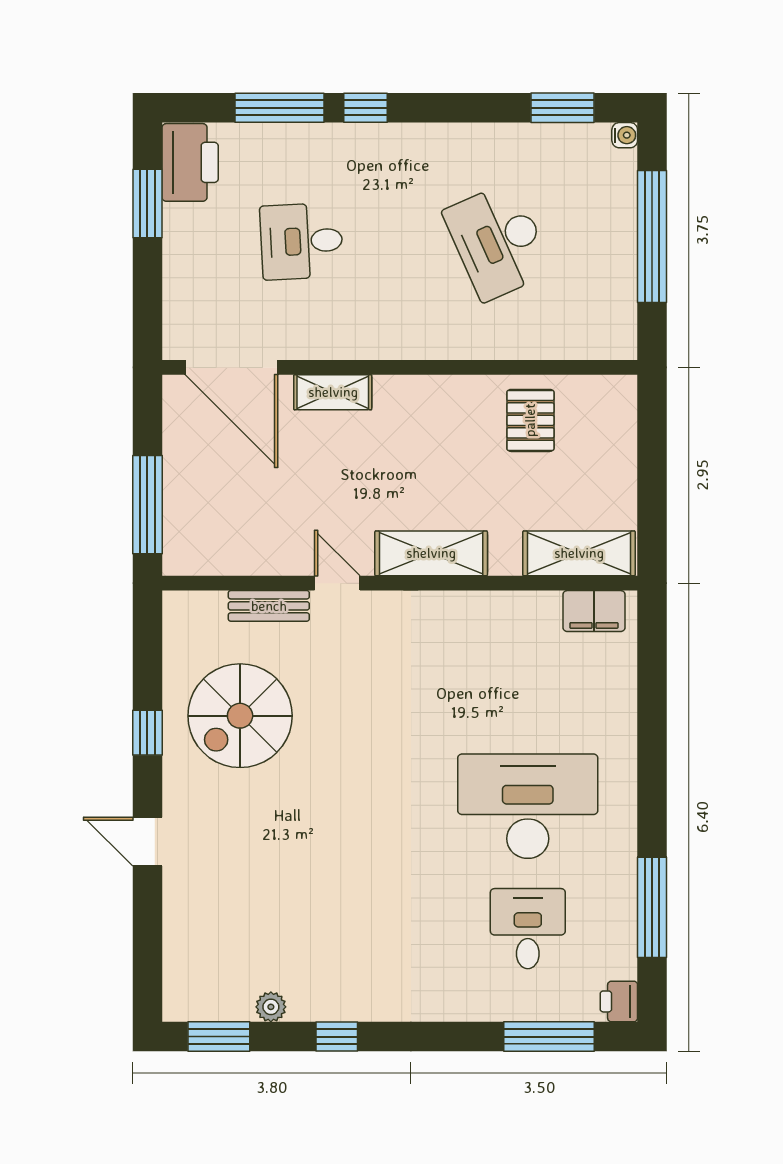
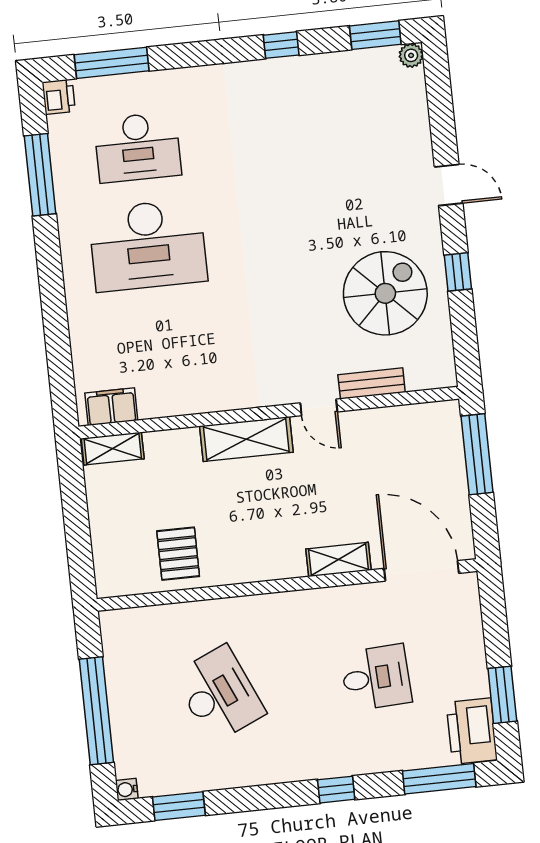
window: (279, 108) -> (439, 779), moved
shelving: (579, 553) -> (113, 449), width x0.67, depth x0.75
desk: (528, 929) -> (138, 147), width x1.37
plant: (271, 1007) -> (411, 55), moved

